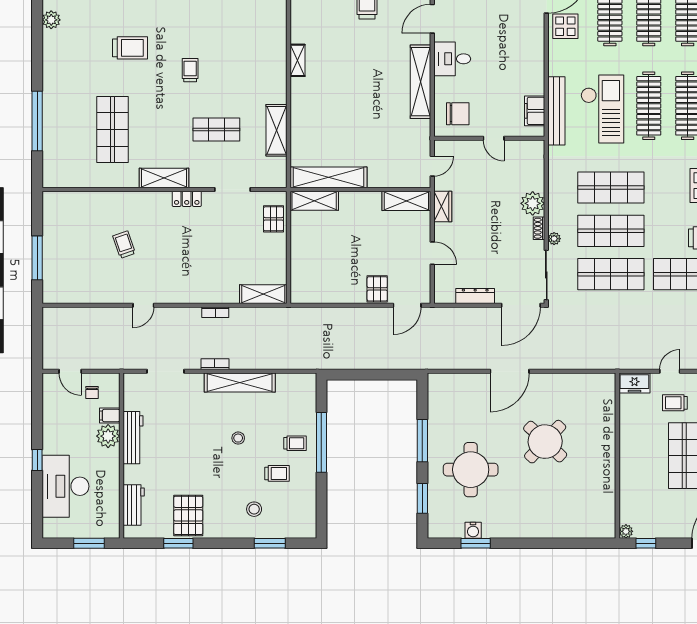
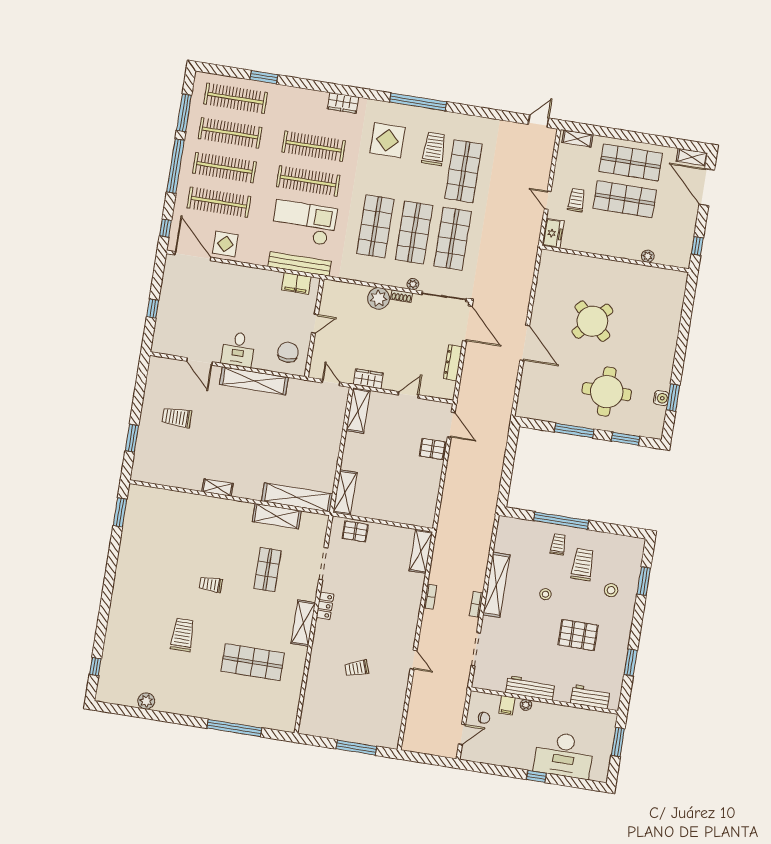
shelving: (328, 177) -> (297, 497), moved, turned 90
trolley: (675, 403) -> (576, 200), turned 180
plant: (108, 436) -> (526, 705), width x0.53, depth x0.53
trolley: (277, 473) -> (583, 565), width x1.36, depth x1.39
pallet: (188, 515) -> (578, 635), moved
plant: (626, 531) -> (648, 256), moved

